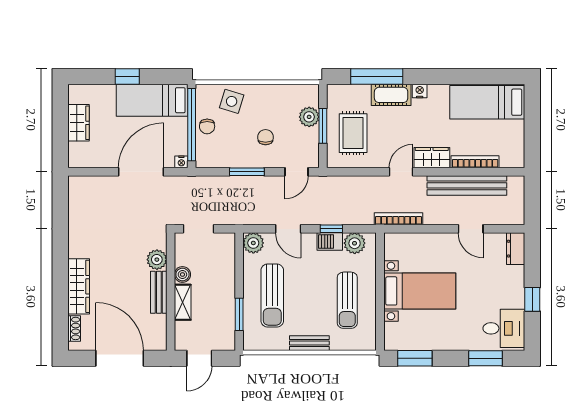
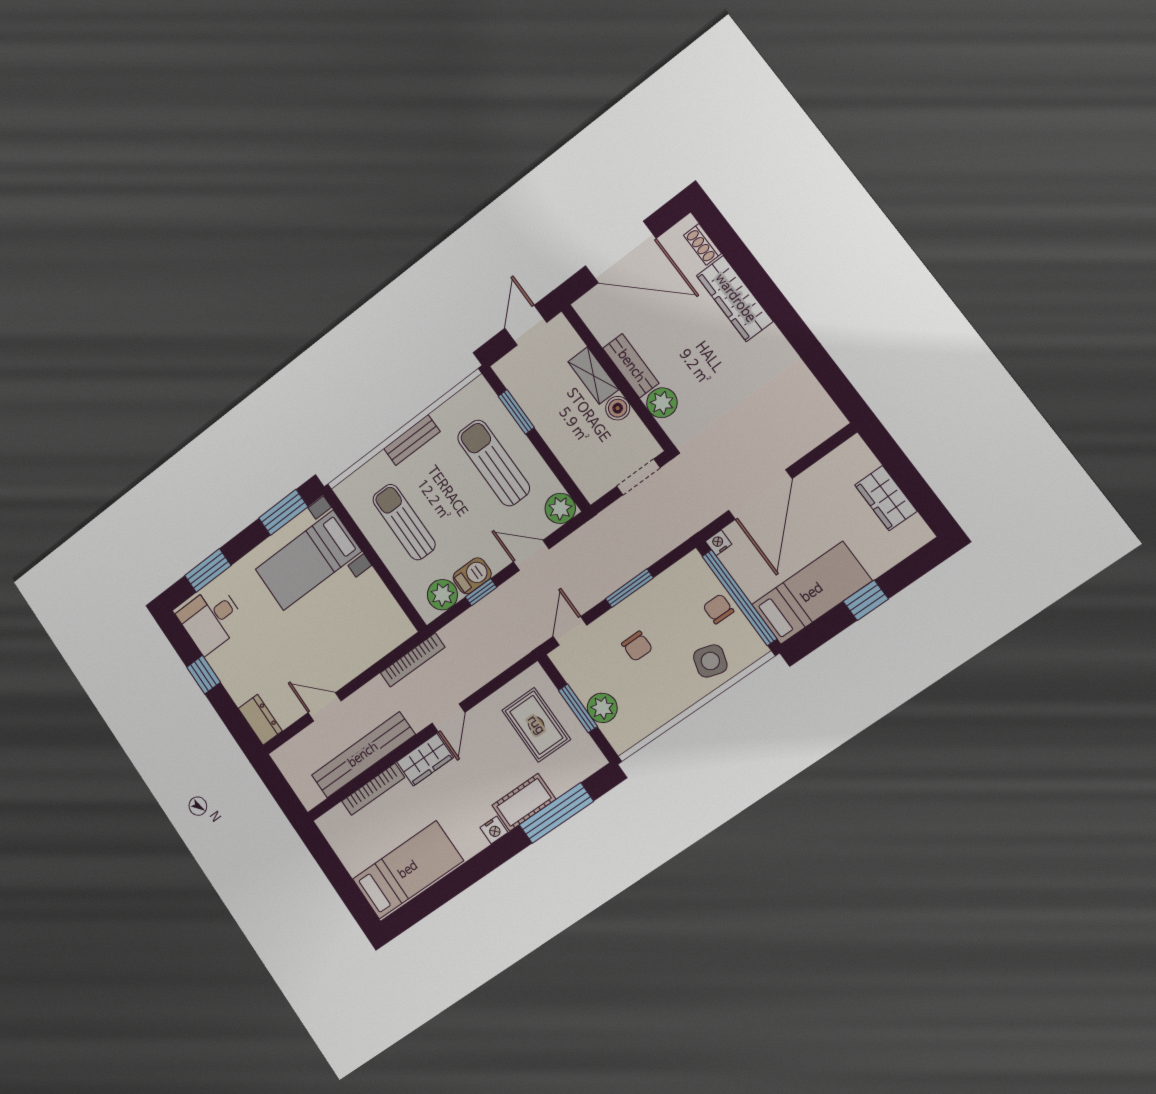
bed with nightstands: (420, 291) -> (308, 560), moved

